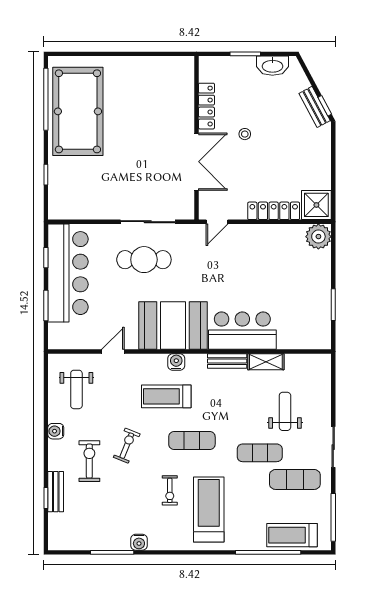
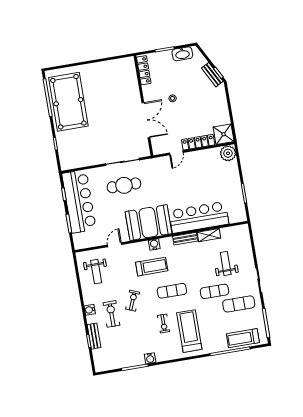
locker: (206, 106) -> (144, 70), moved
door: (217, 222) -> (176, 153), moved
bar counter: (242, 331) -> (199, 217), width x1.36
treadmill: (166, 396) -> (152, 267), turned 180
water cooler: (56, 431) -> (90, 310), moved

